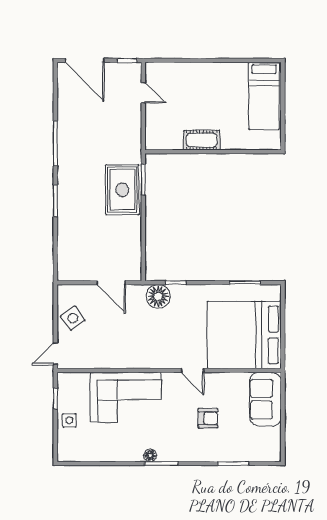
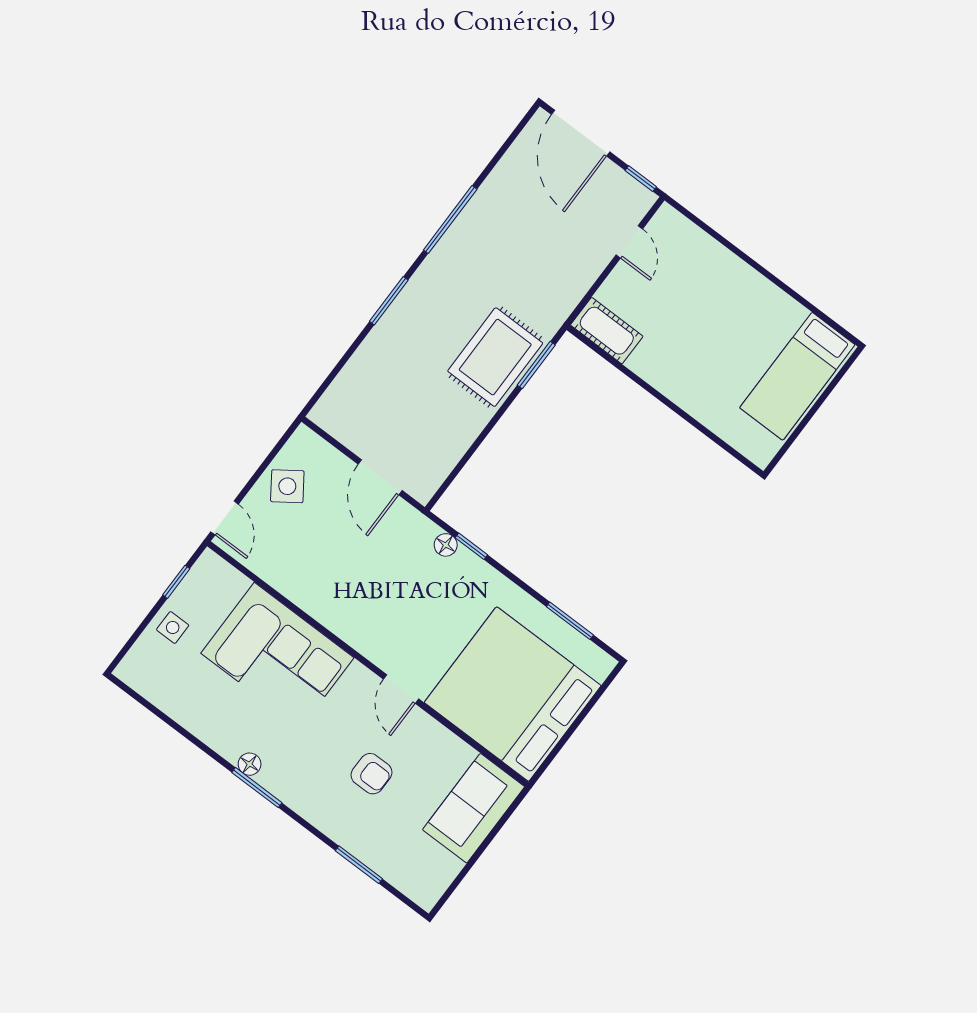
cot: (202, 140) -> (607, 331), moved
floor lamp: (158, 296) -> (446, 545), width x0.53, depth x0.53
door: (55, 354) -> (225, 518), swing flipped

